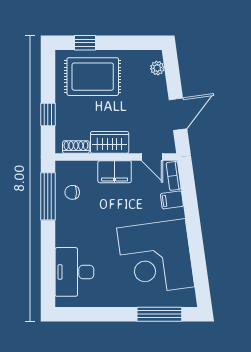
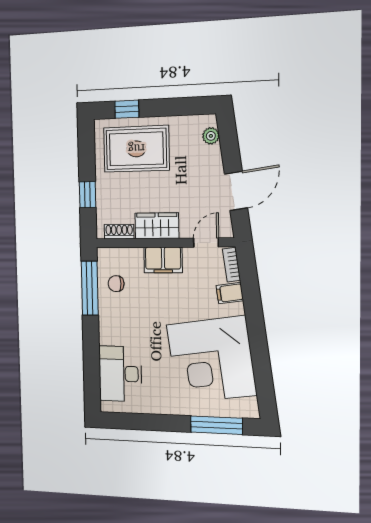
door: (152, 157) -> (206, 242), swing flipped

